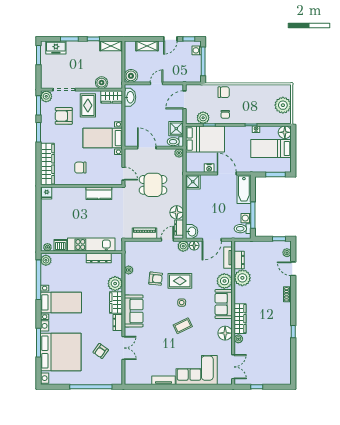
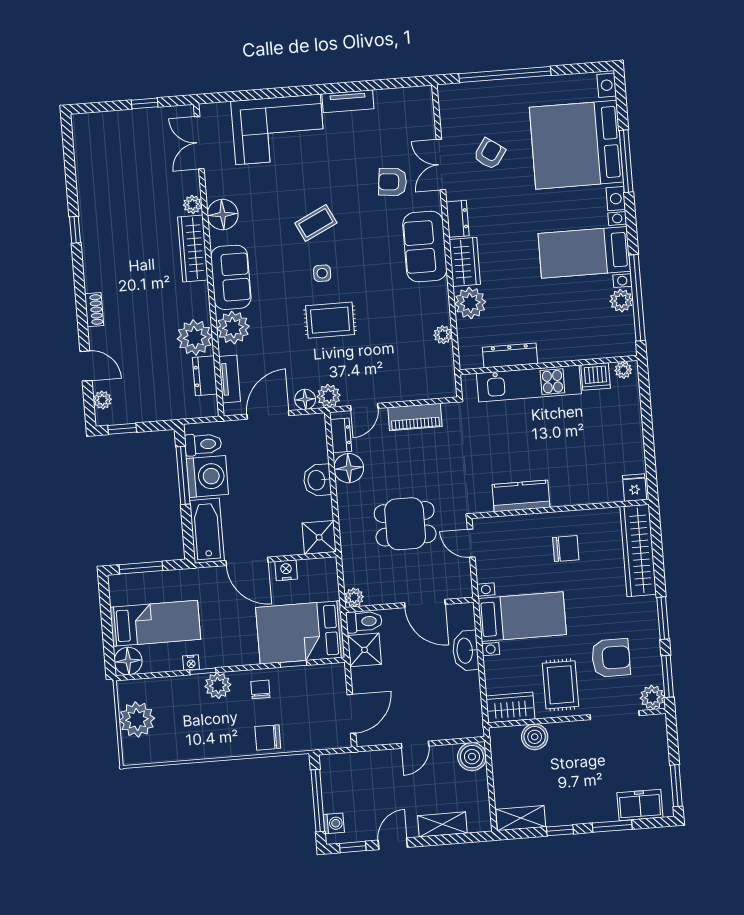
washbasin: (130, 97) -> (465, 651), moved
plant: (203, 118) -> (218, 686), moved
washing machine: (246, 218) -> (207, 476), width x1.89, depth x1.89
washbasin: (192, 232) -> (317, 480), moved
plant: (46, 260) -> (621, 301), moved
armchair: (156, 279) -> (393, 182), moved

